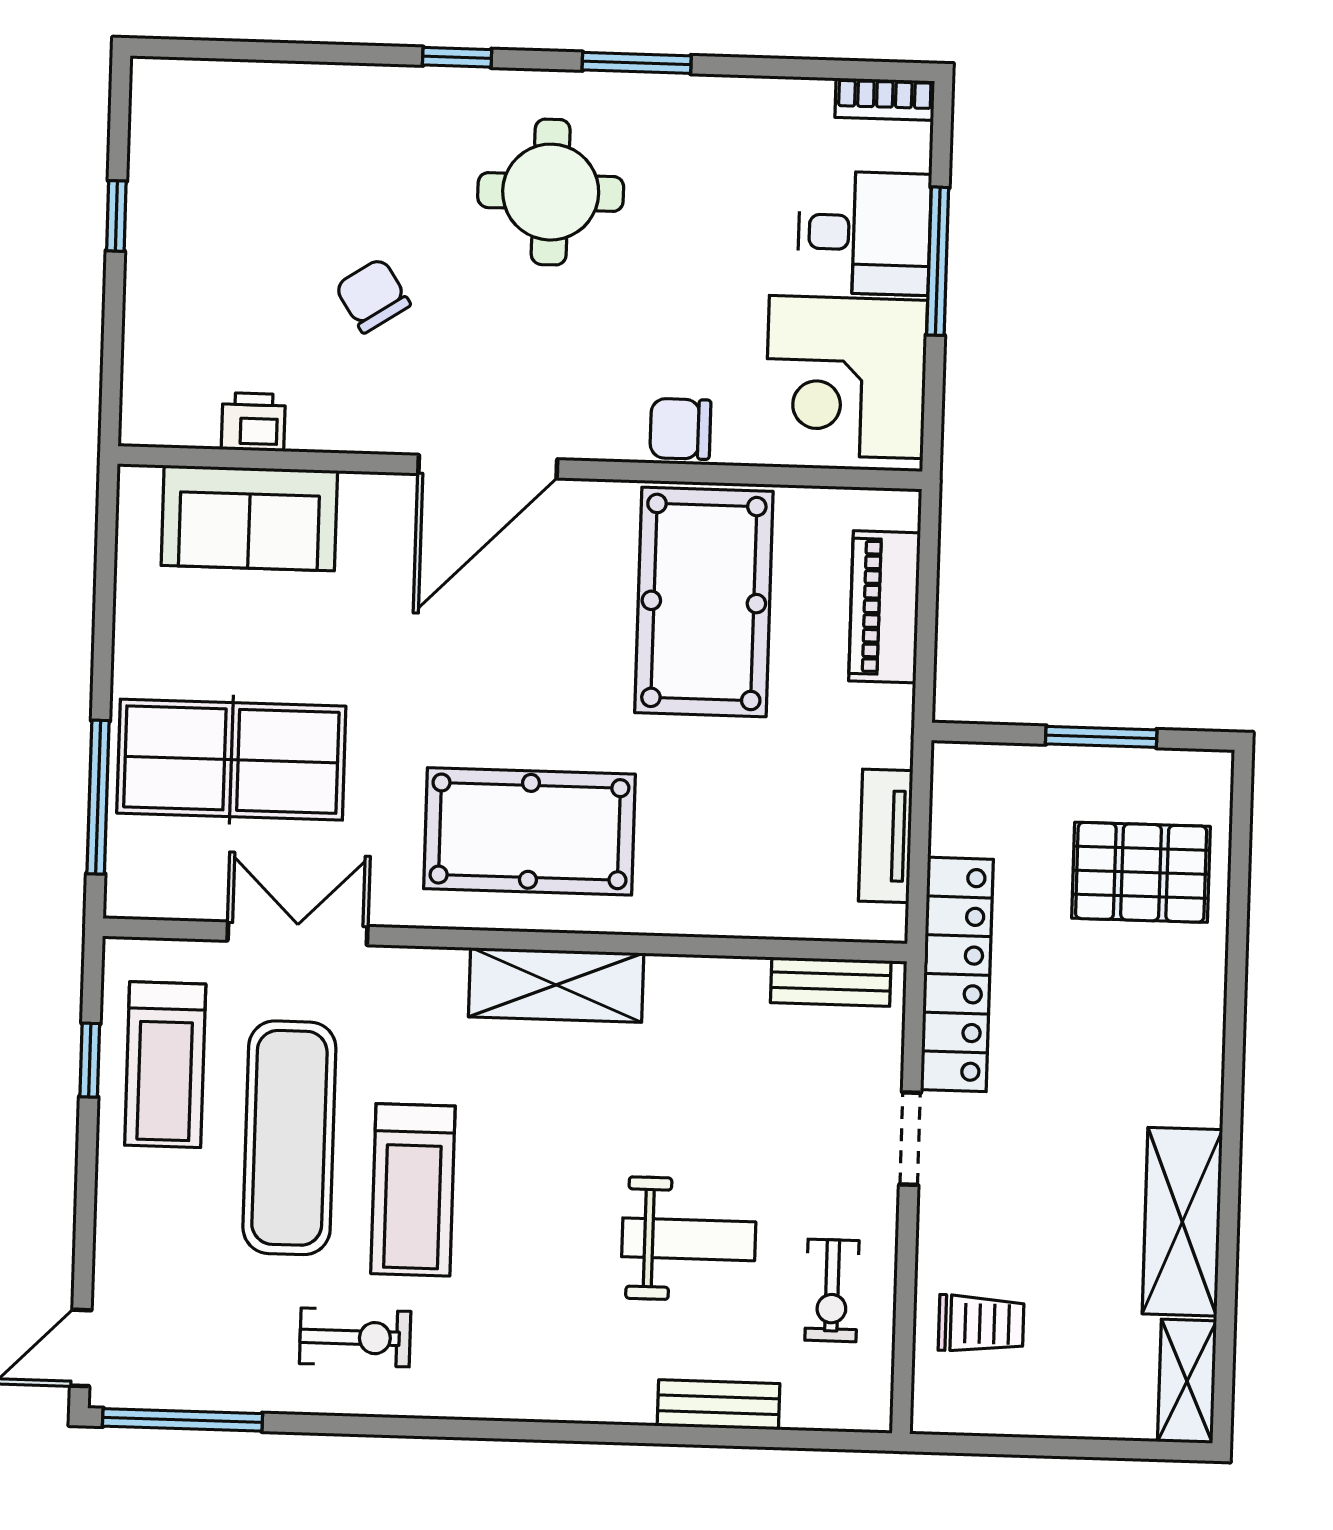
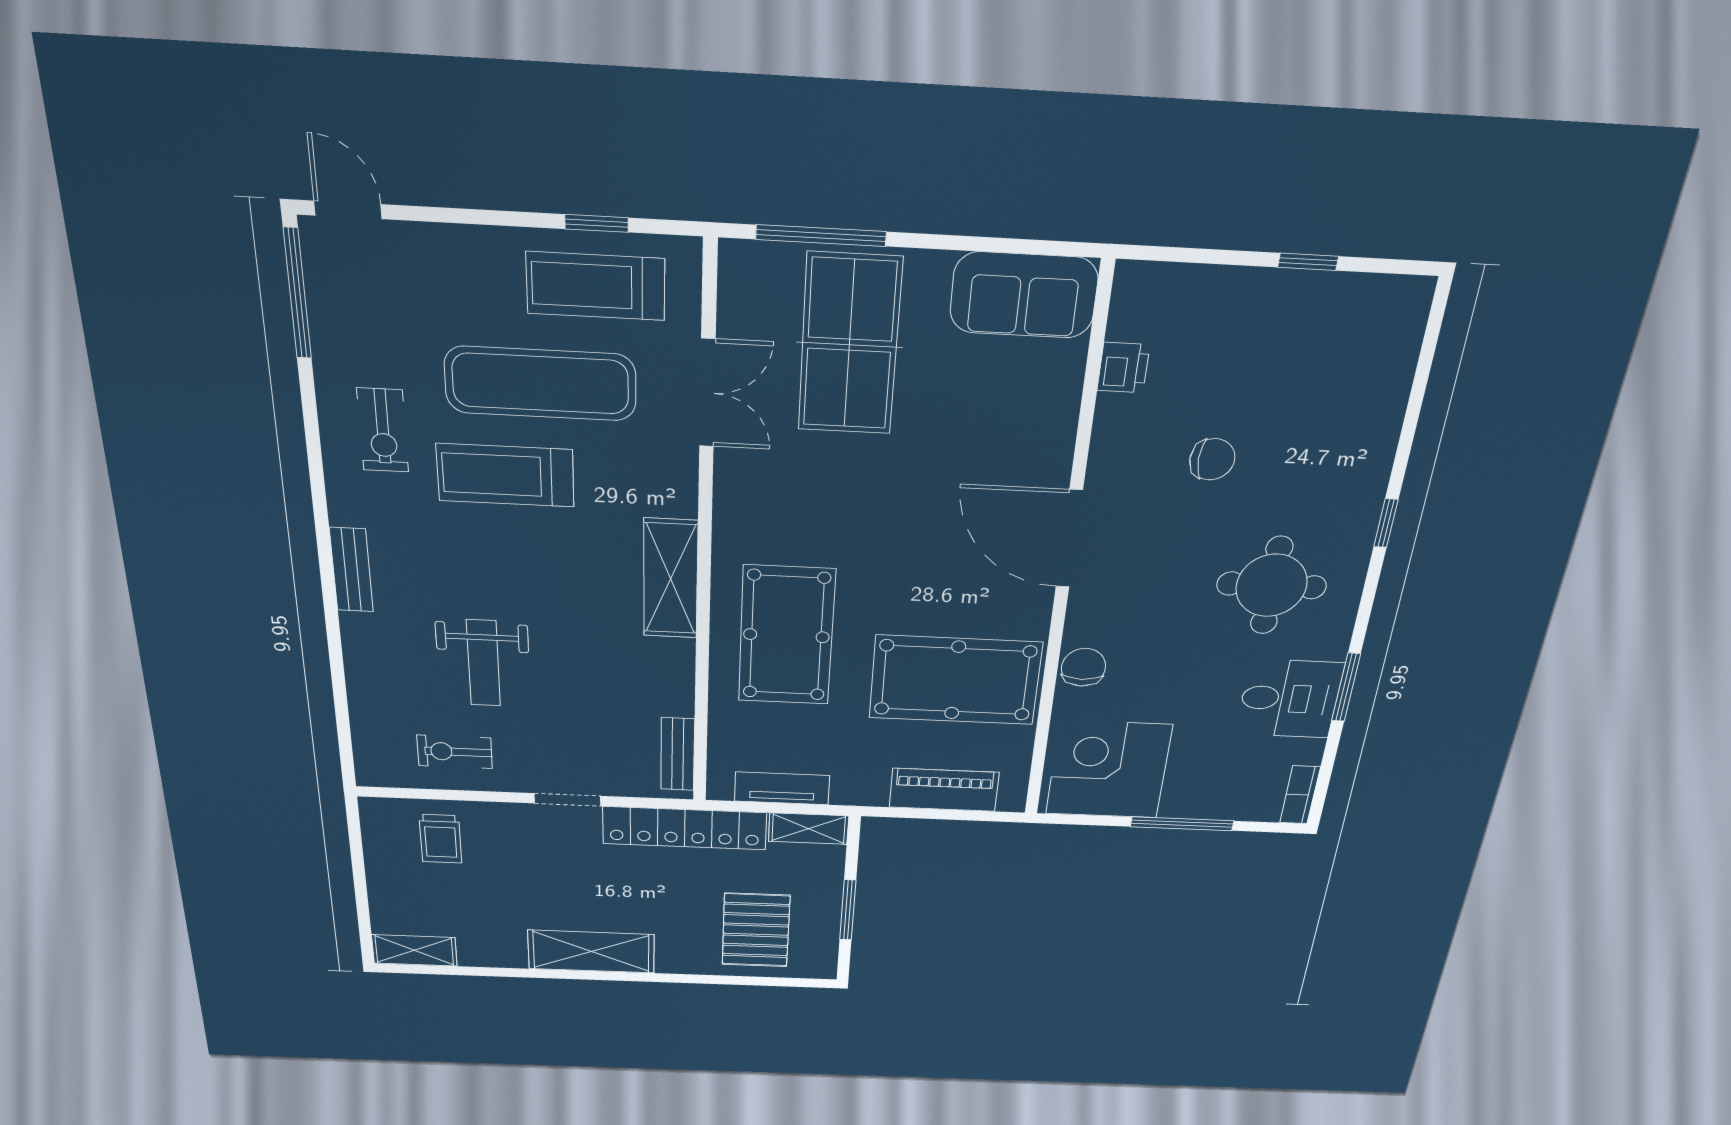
window: (637, 63) -> (1346, 687), moved
desk: (864, 233) -> (1290, 699), moved, turned -90
chair: (373, 296) -> (1212, 459), turned 33
sofa: (249, 518) -> (1024, 295), moved, turned -90
shelving: (955, 797) -> (809, 829), added
pool table: (529, 831) -> (786, 636), moved
shelving: (1182, 1222) -> (591, 952), moved
bench: (719, 1405) -> (351, 570), moved

